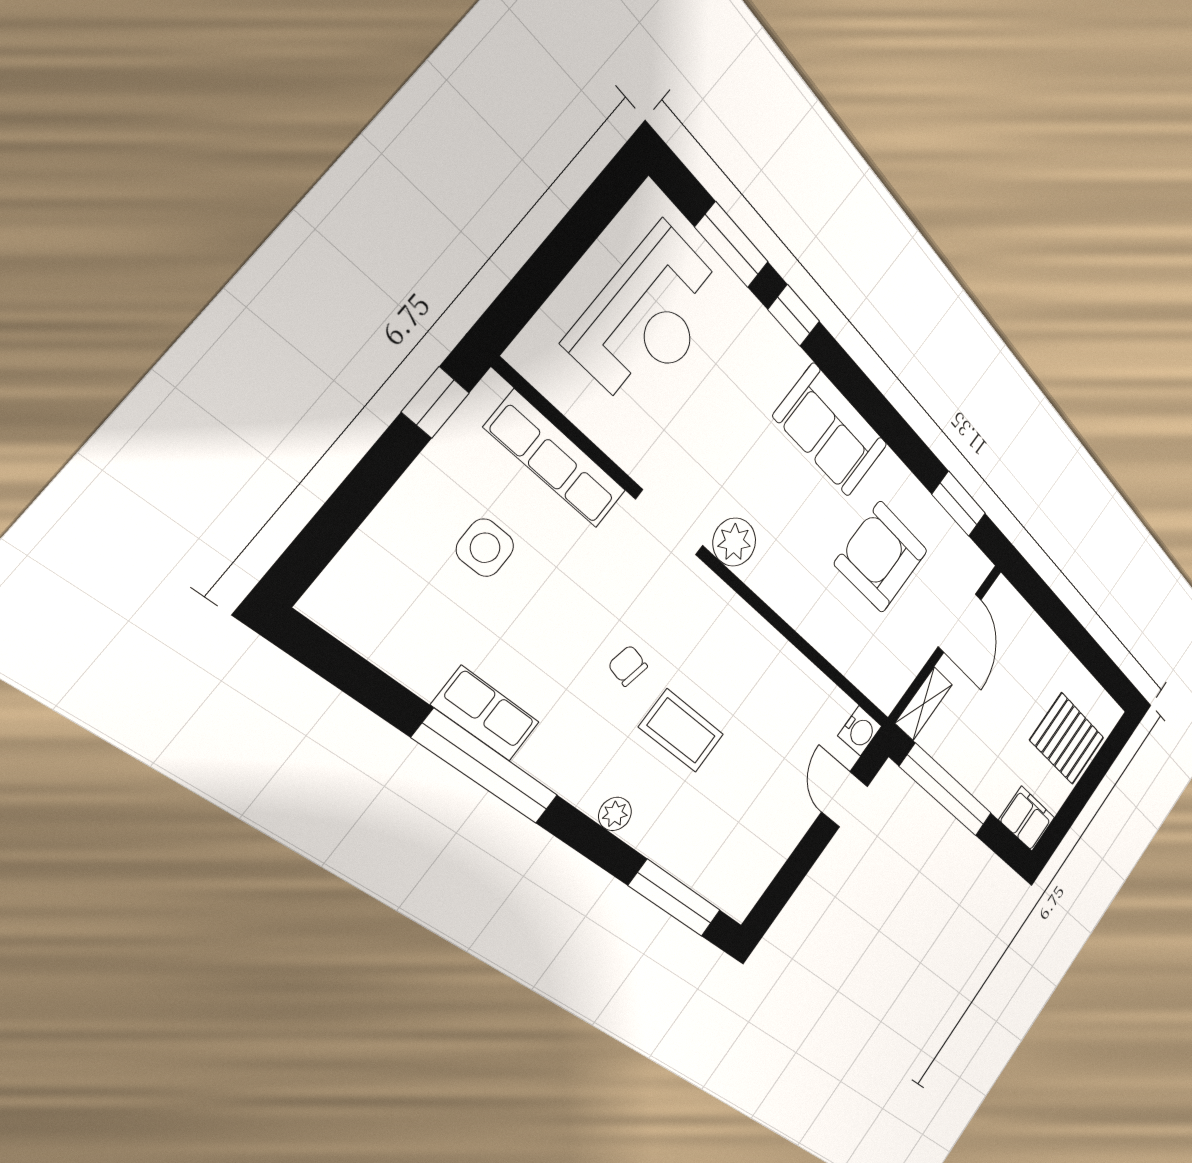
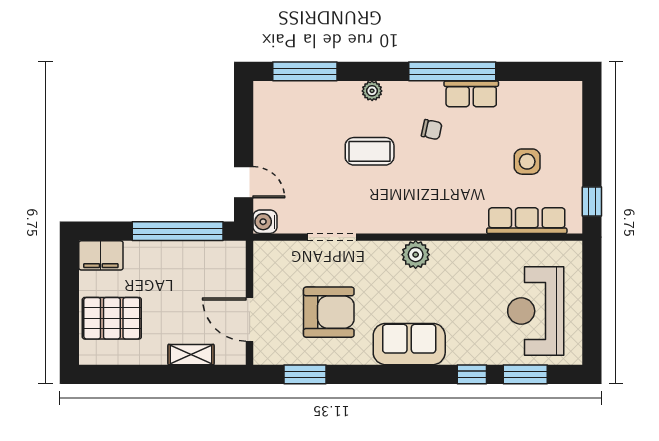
doorway: (670, 523) -> (332, 237), moved
chair: (628, 666) -> (432, 130), moved
shelving: (924, 704) -> (191, 355), moved, turned 90

